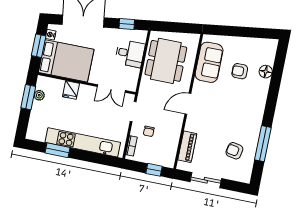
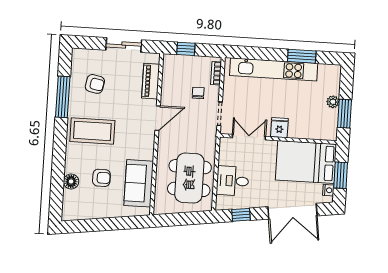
fridge: (71, 90) -> (279, 128), moved
plant: (39, 95) -> (333, 102), moved
door: (188, 104) -> (158, 118), moved
coffee table: (242, 112) -> (92, 131), added

